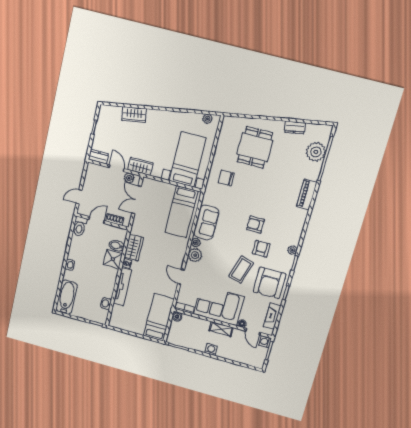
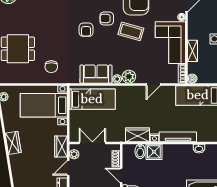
wardrobe: (134, 115) -> (13, 143), moved
double door: (136, 200) -> (92, 143), swing flipped
shelving: (221, 329) -> (192, 51), moved

